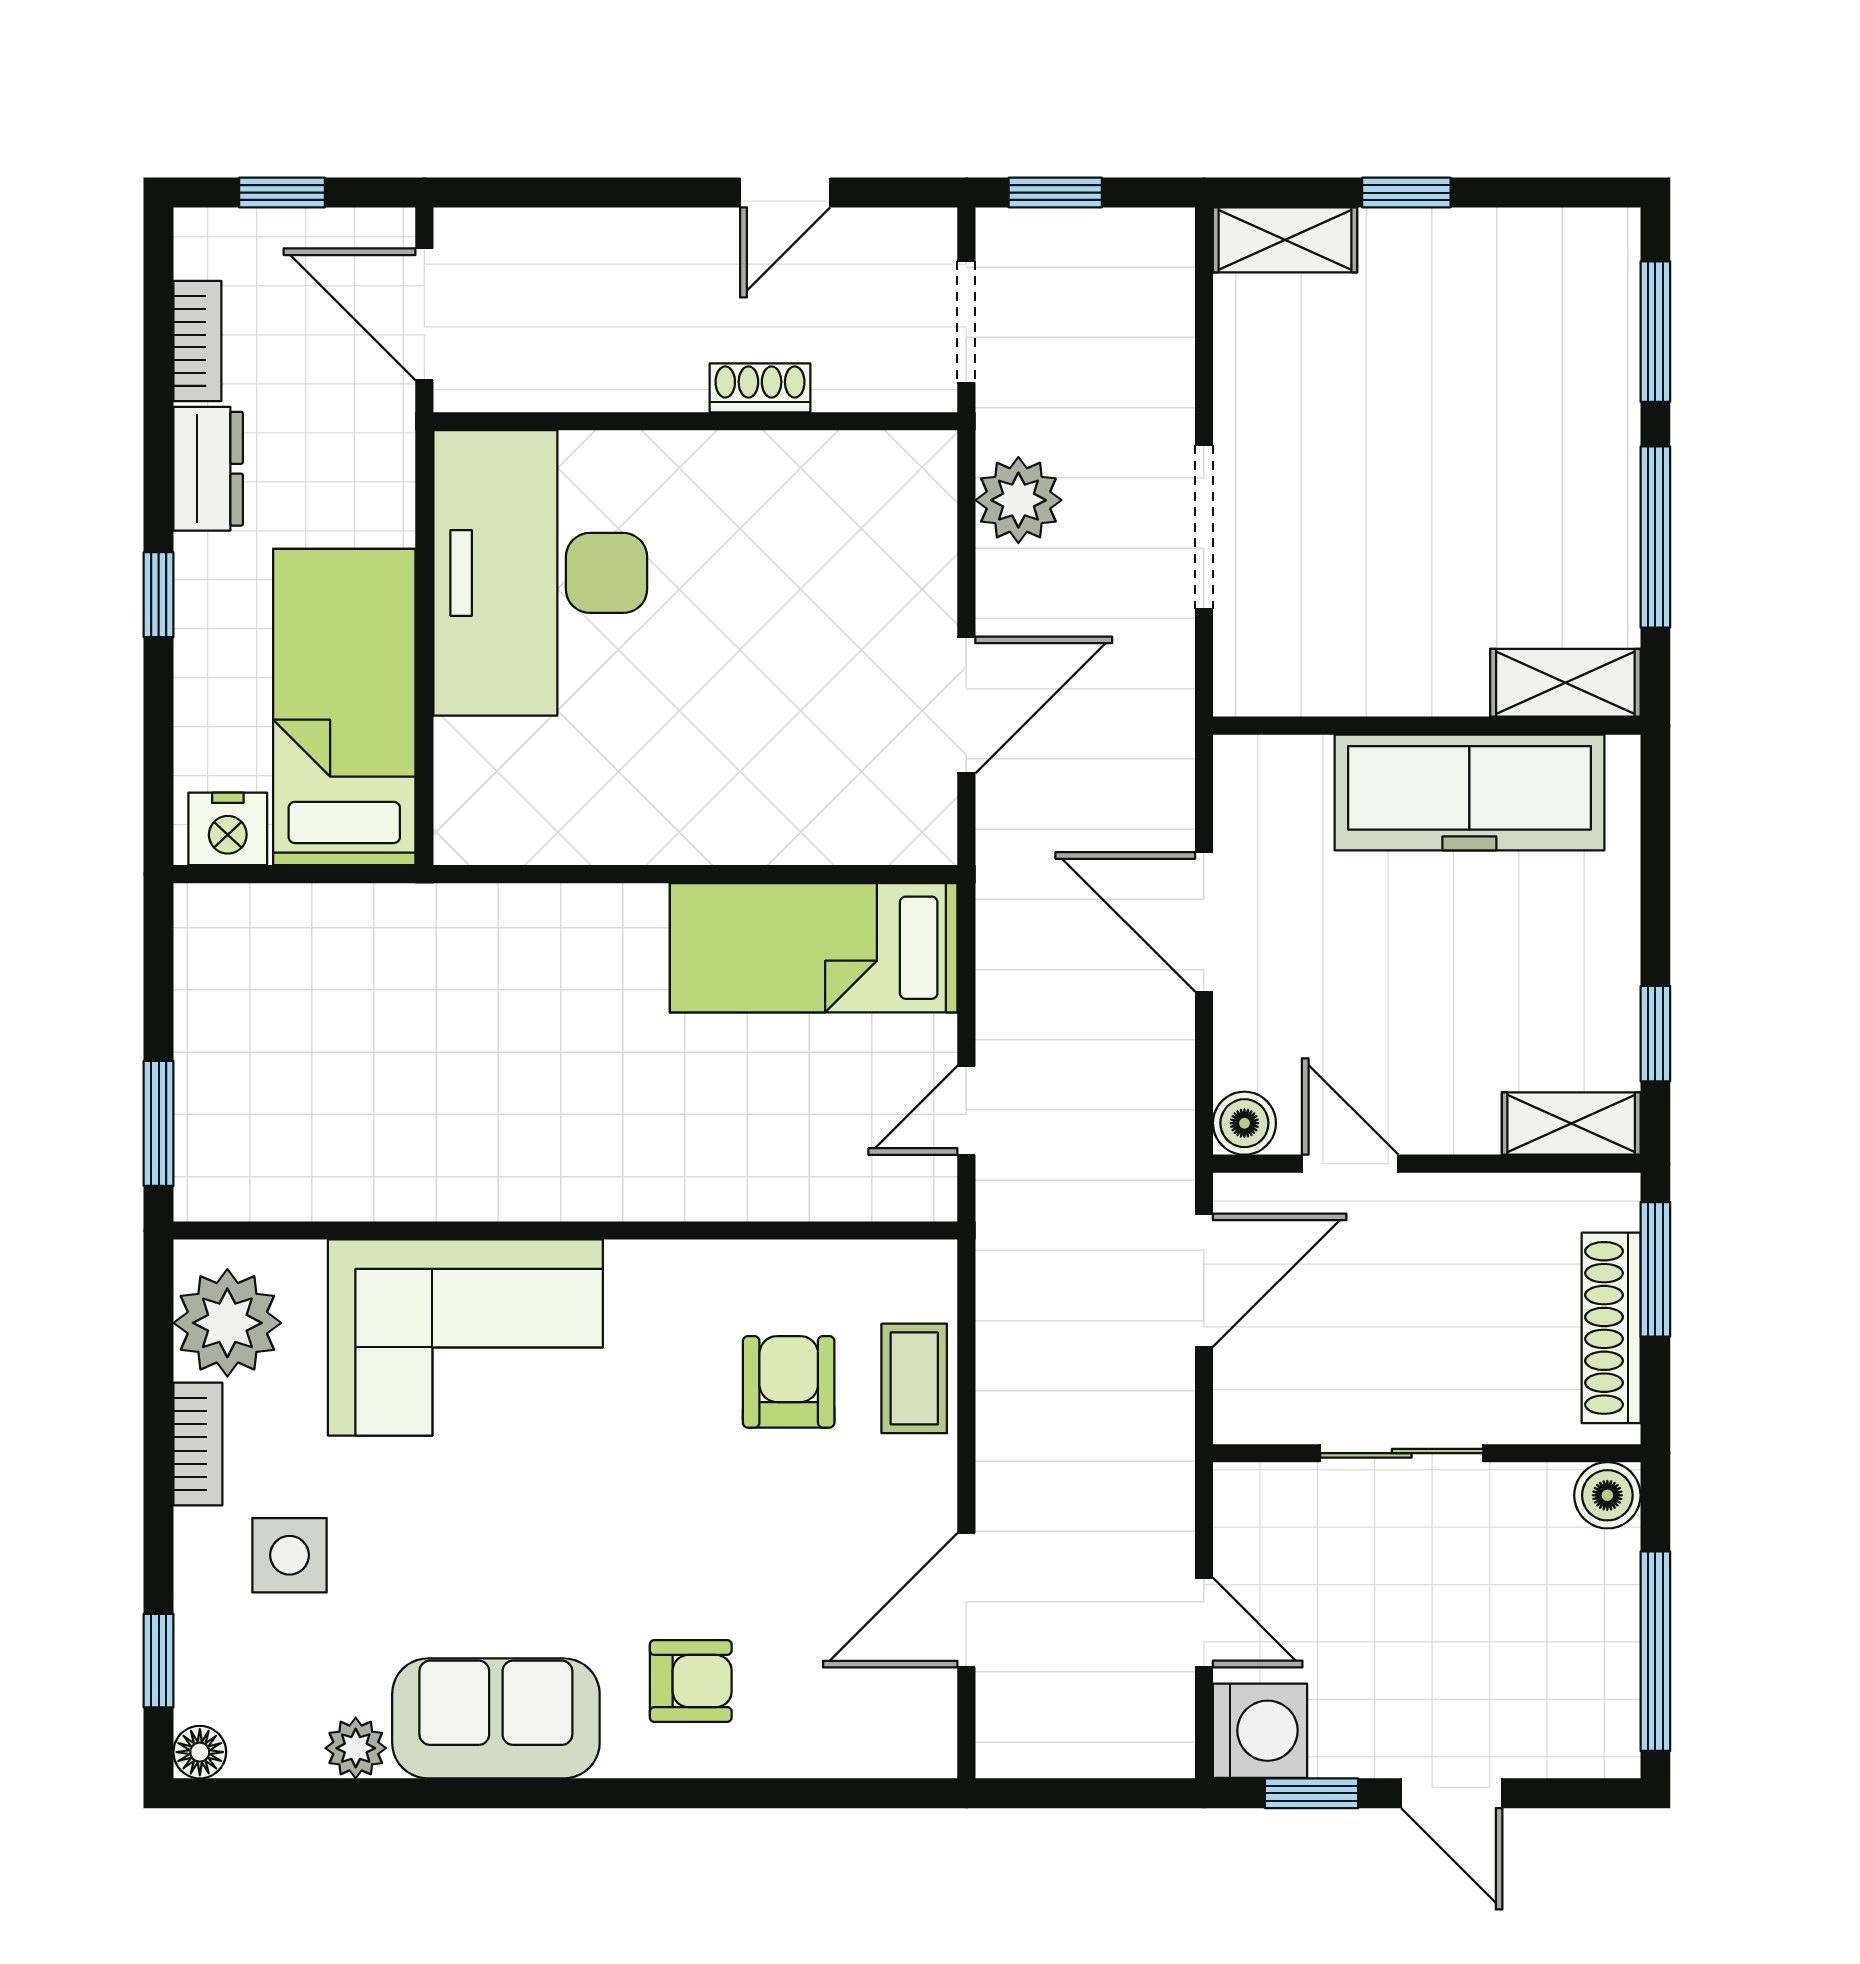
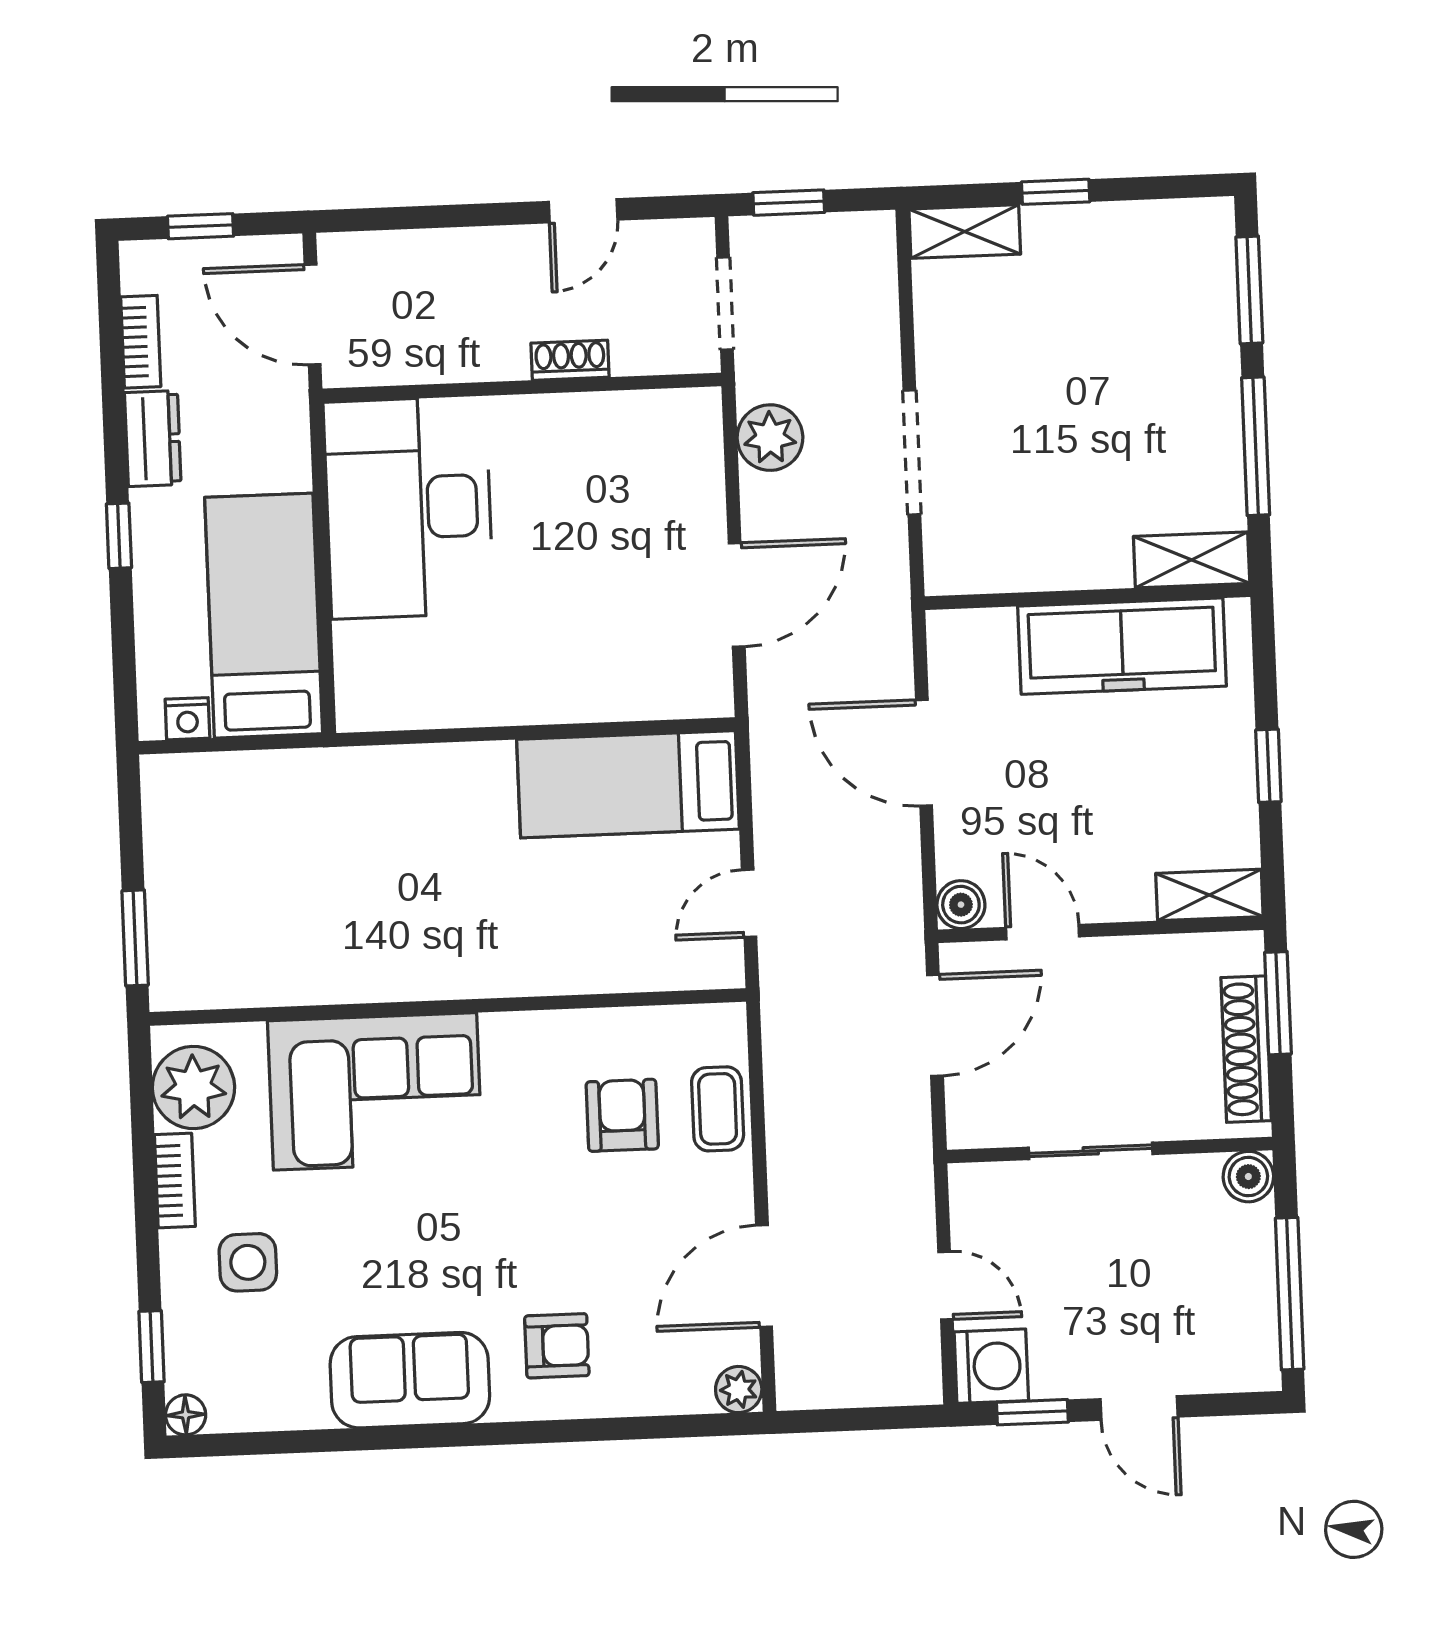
nightstand: (228, 829) -> (187, 719), width x0.72, depth x0.74
window: (1655, 1034) -> (1268, 766), moved
plant: (356, 1748) -> (739, 1390), moved

